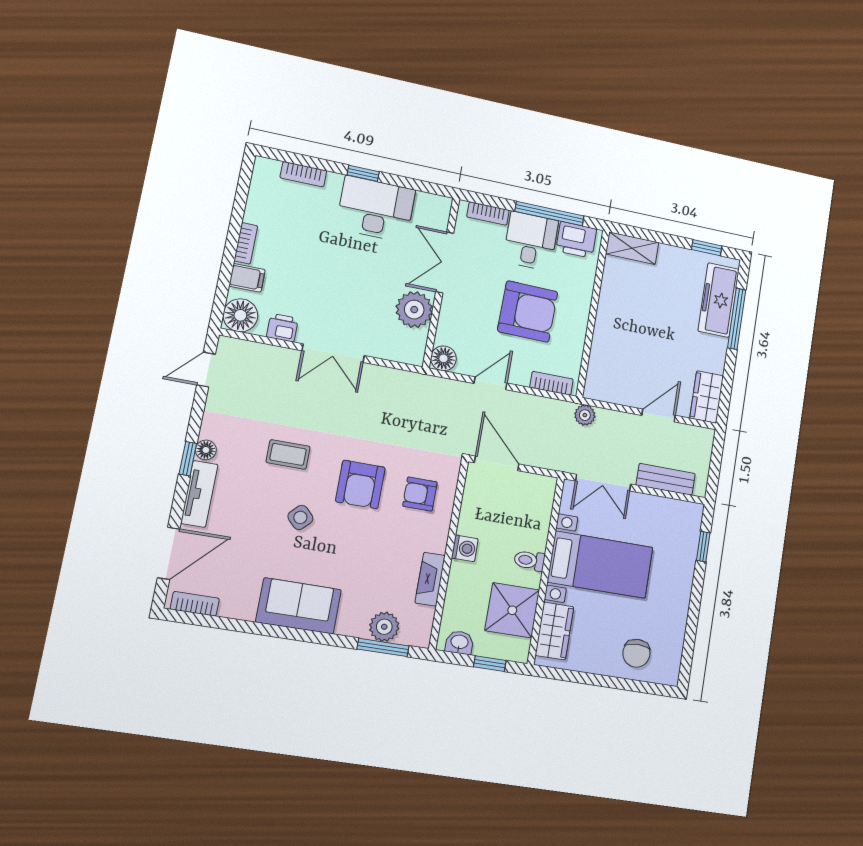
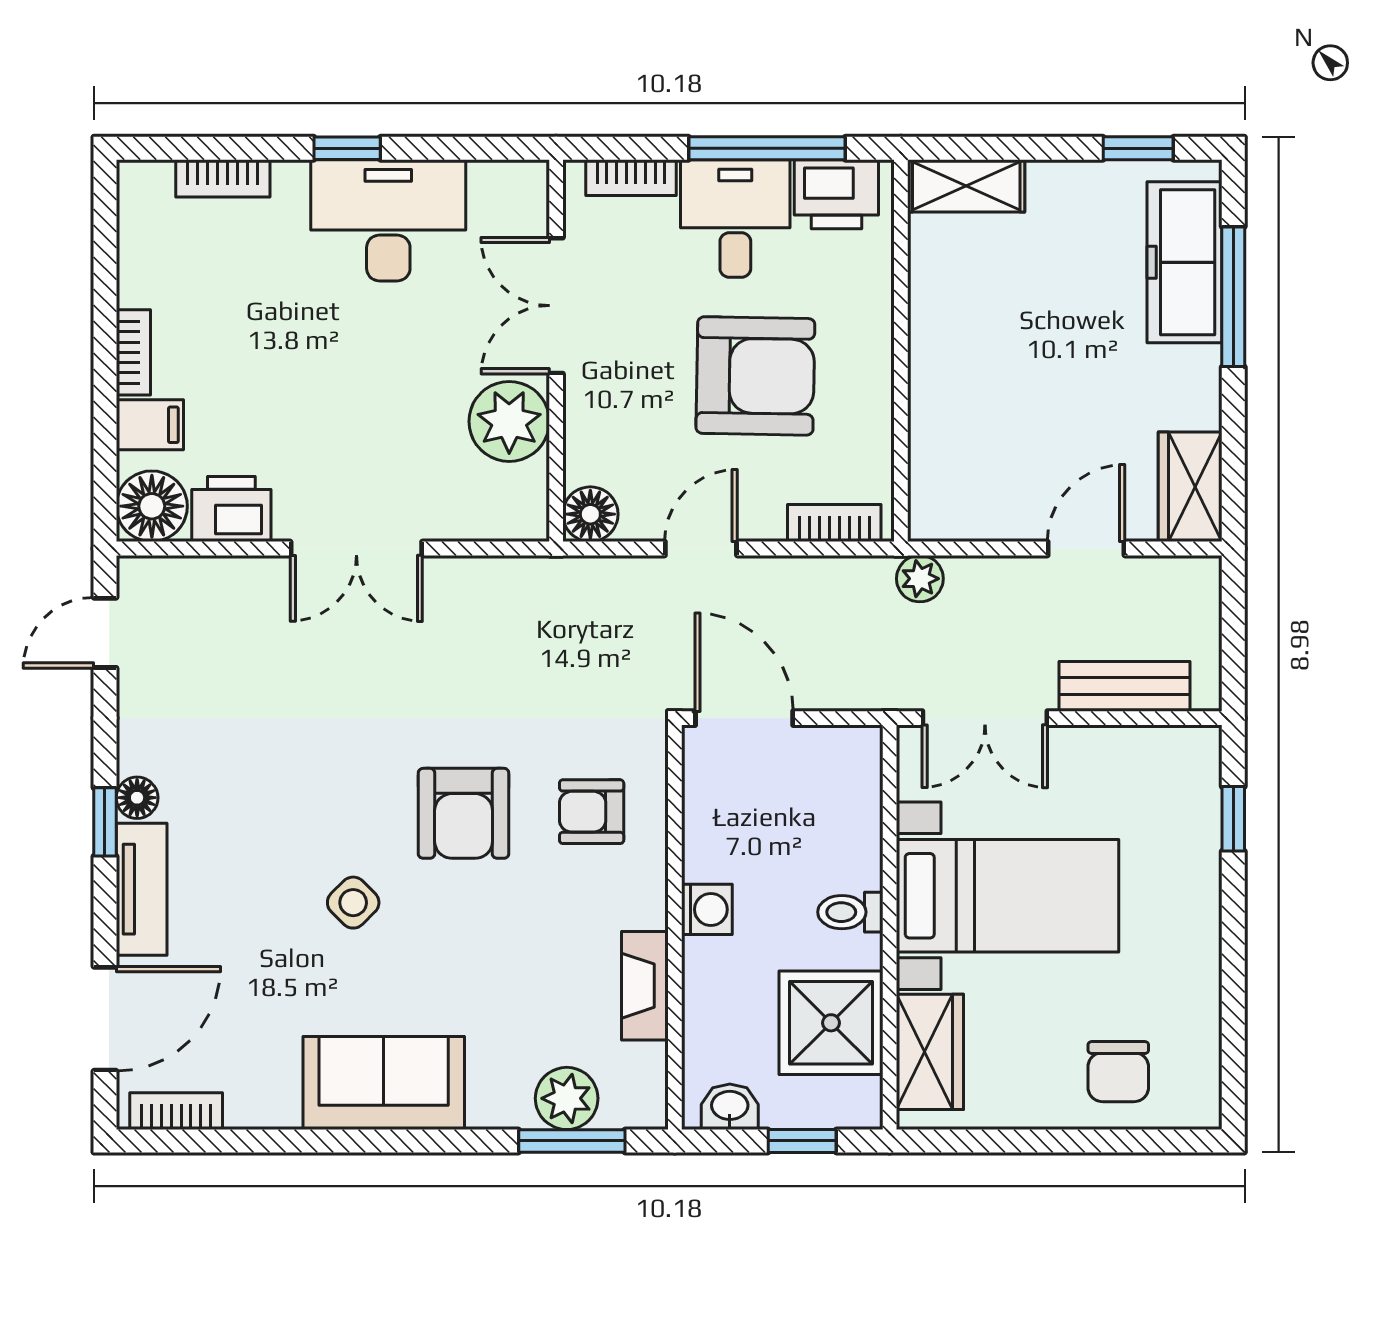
printer: (282, 328) -> (231, 509), width x1.36, depth x1.24
coffee table: (288, 454) -> (304, 777), removed

